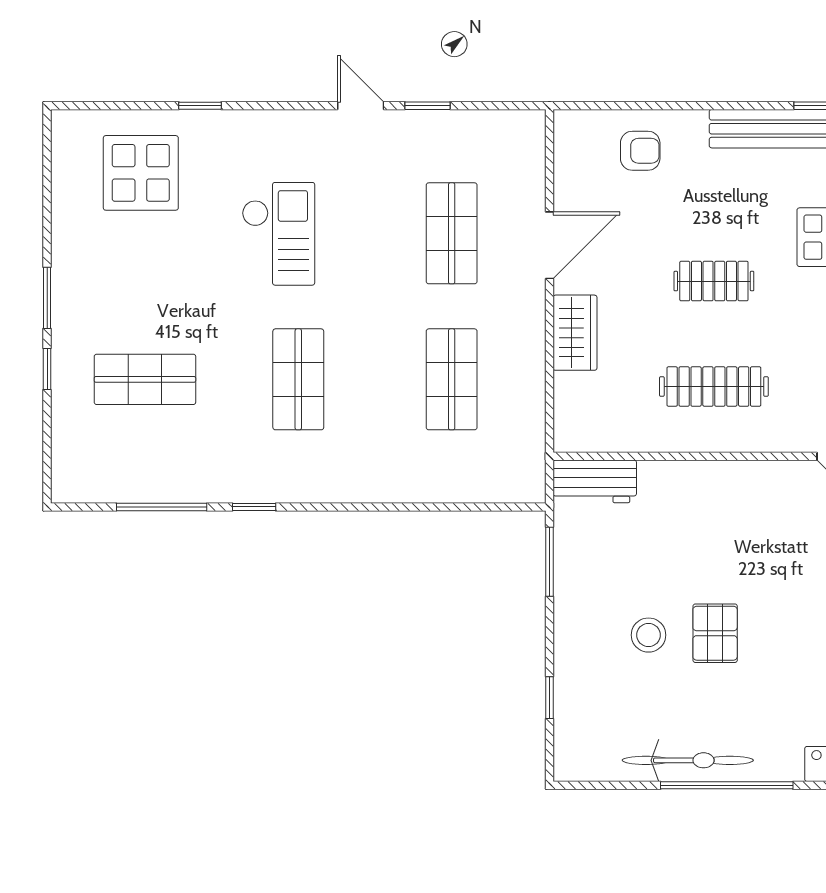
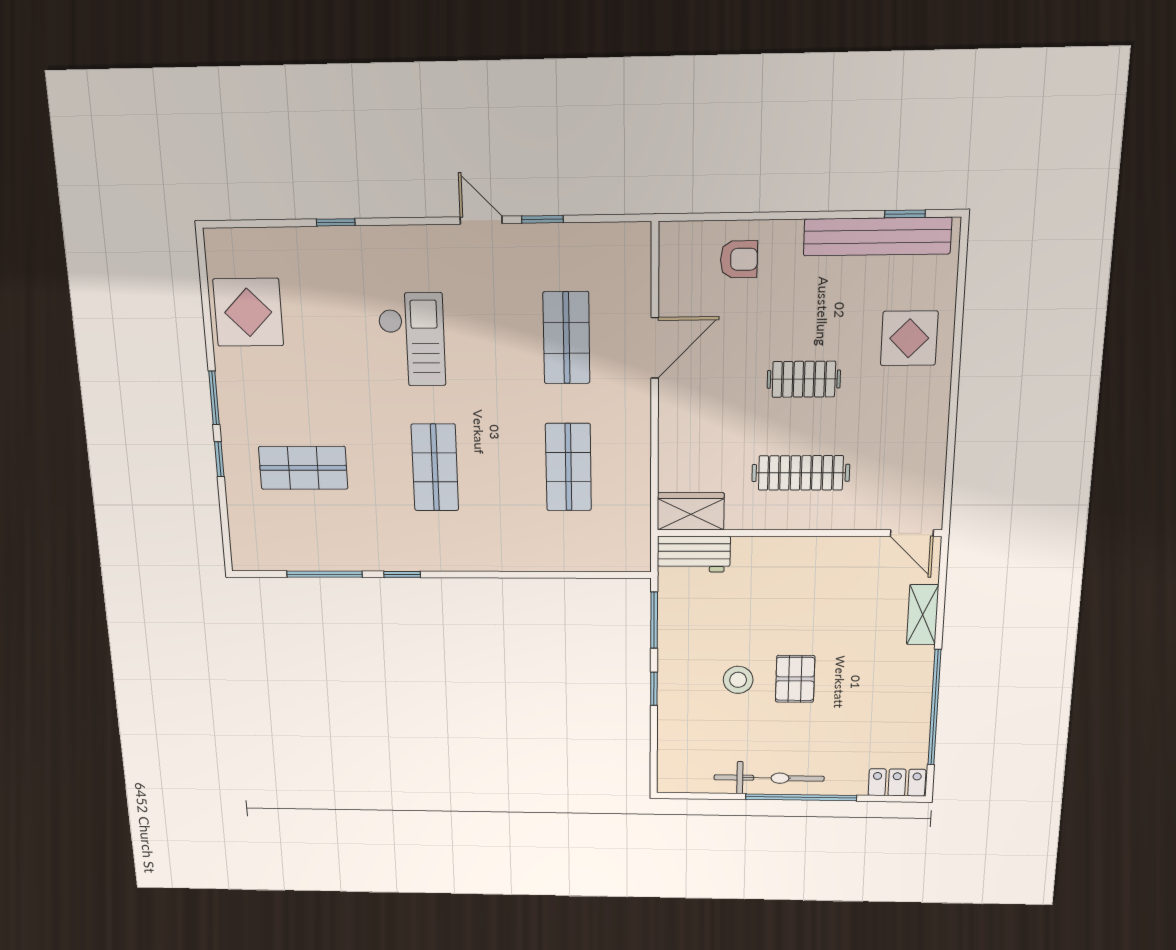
display table: (141, 173) -> (248, 312), moved
wardrobe: (575, 333) -> (691, 511), moved, turned -90
window: (549, 698) -> (654, 689), moved

